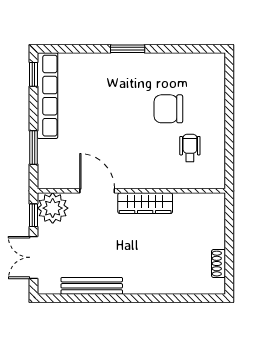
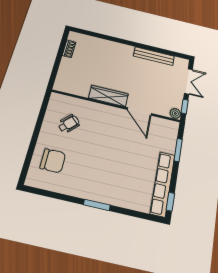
chair: (168, 109) -> (53, 161), moved
wheelchair: (190, 148) -> (69, 124), turned -136
plant: (53, 208) -> (175, 113), width x0.53, depth x0.53

